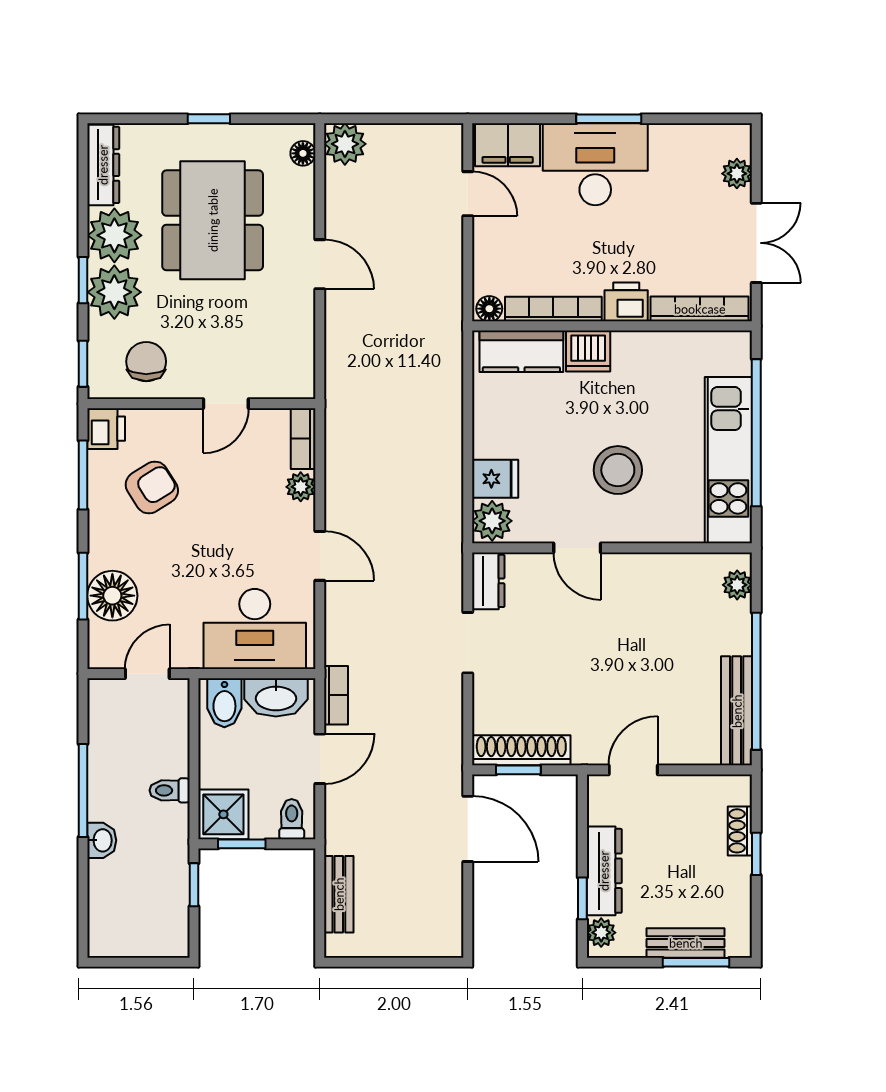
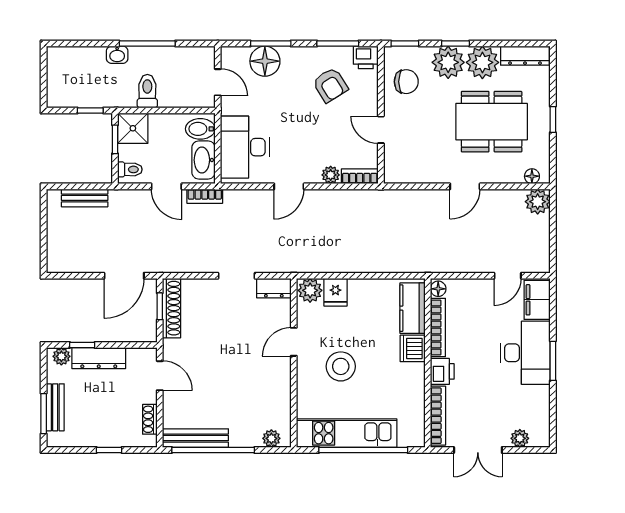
toilet: (170, 790) -> (147, 91), width x1.37, depth x1.39
shoe rack: (740, 831) -> (150, 419), moved, turned -90

